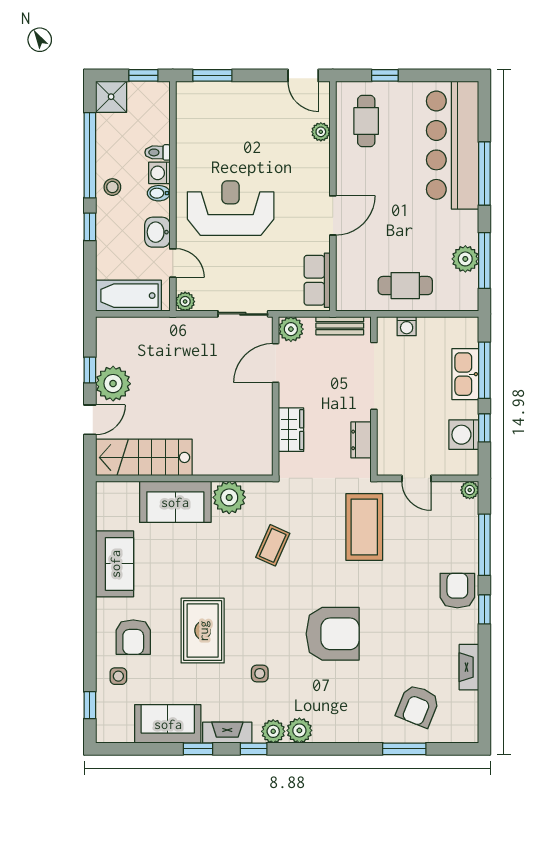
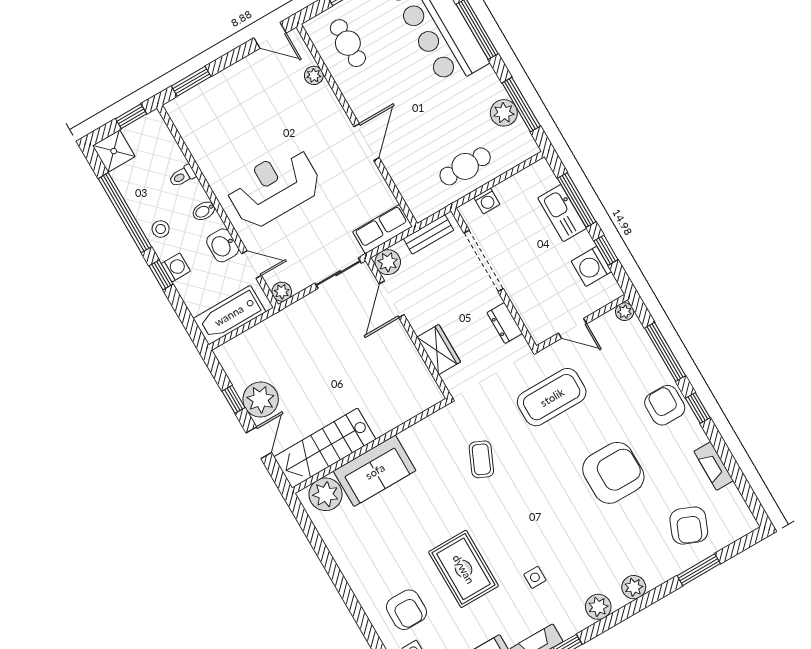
washing machine: (159, 173) -> (176, 267), moved, turned 180
row of seats: (317, 280) -> (383, 229), moved, turned 90
plant: (229, 497) -> (326, 494), moved
coffee table: (364, 527) -> (552, 397), turned 90
sofa: (115, 564) -> (353, 556), removed
armchair: (333, 634) -> (613, 473), moved
plant: (273, 731) -> (634, 587), moved

